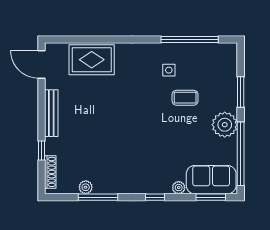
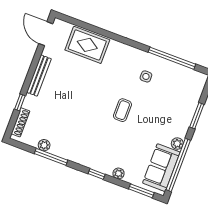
coffee table: (185, 98) -> (122, 110), moved, turned 90
plant: (225, 125) -> (177, 144), width x0.53, depth x0.53
sofa: (211, 180) -> (161, 168), moved, turned -90

